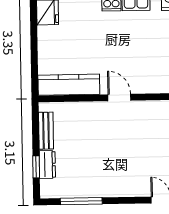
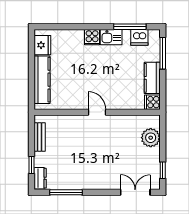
kitchen counter: (69, 85) -> (42, 80), moved, turned 90
dresser: (47, 165) -> (40, 178), moved

